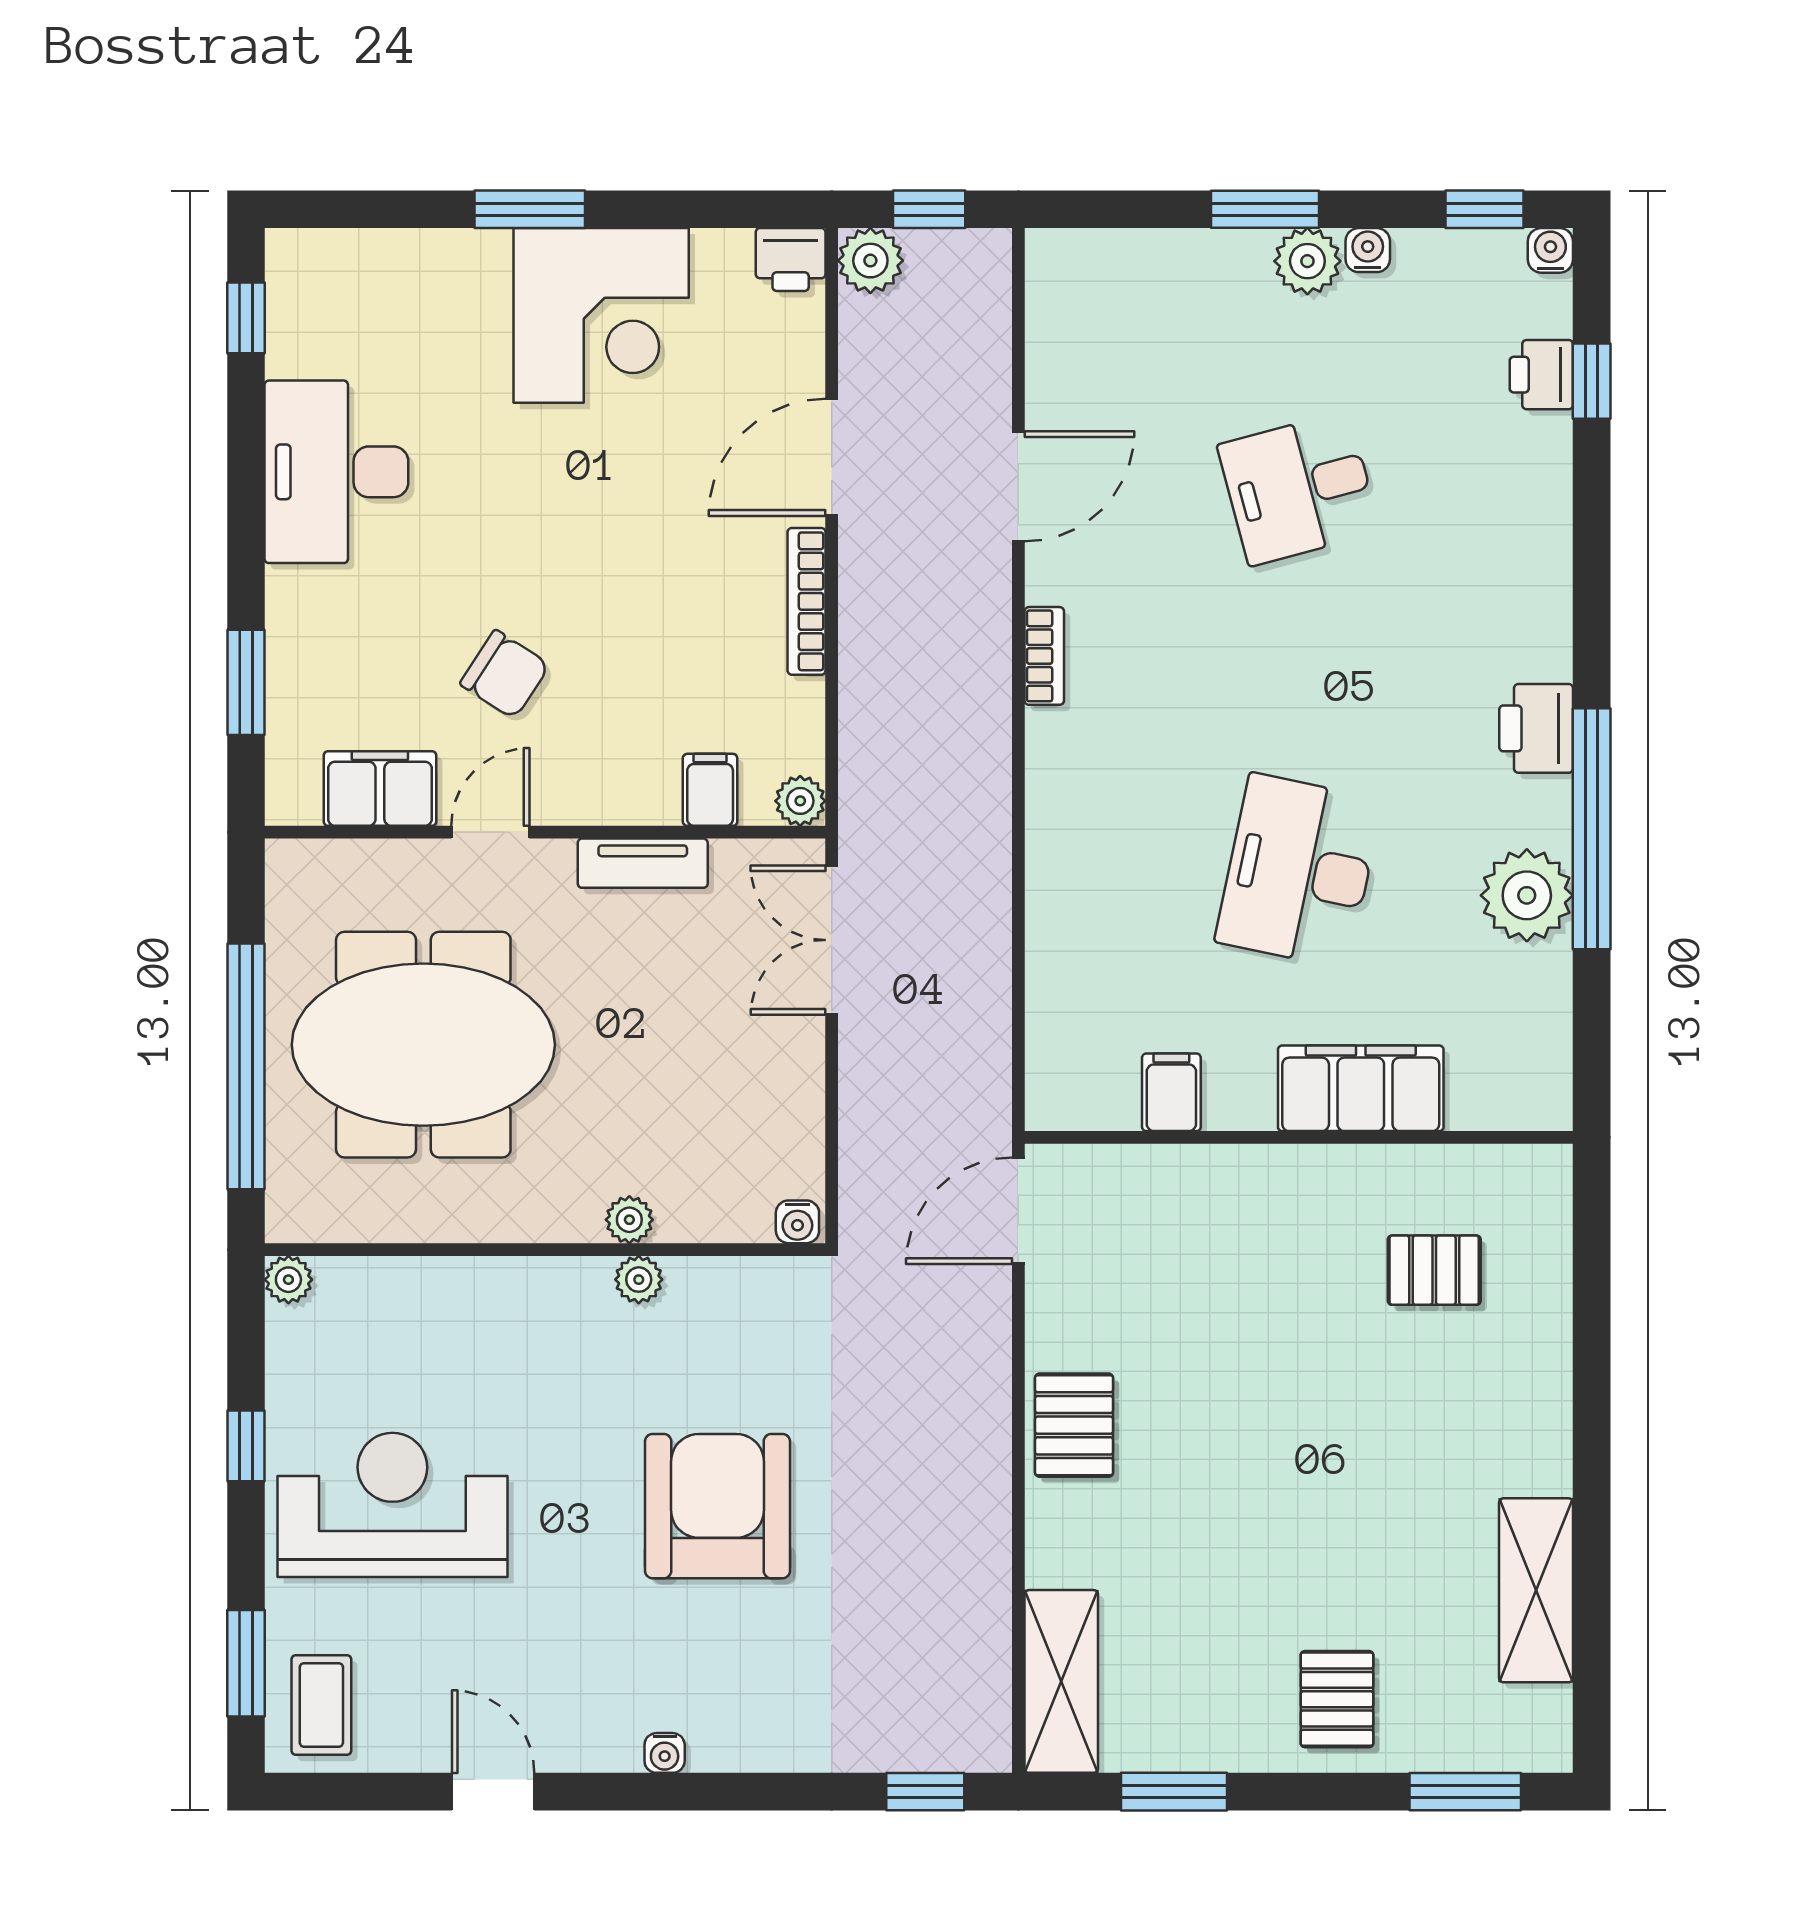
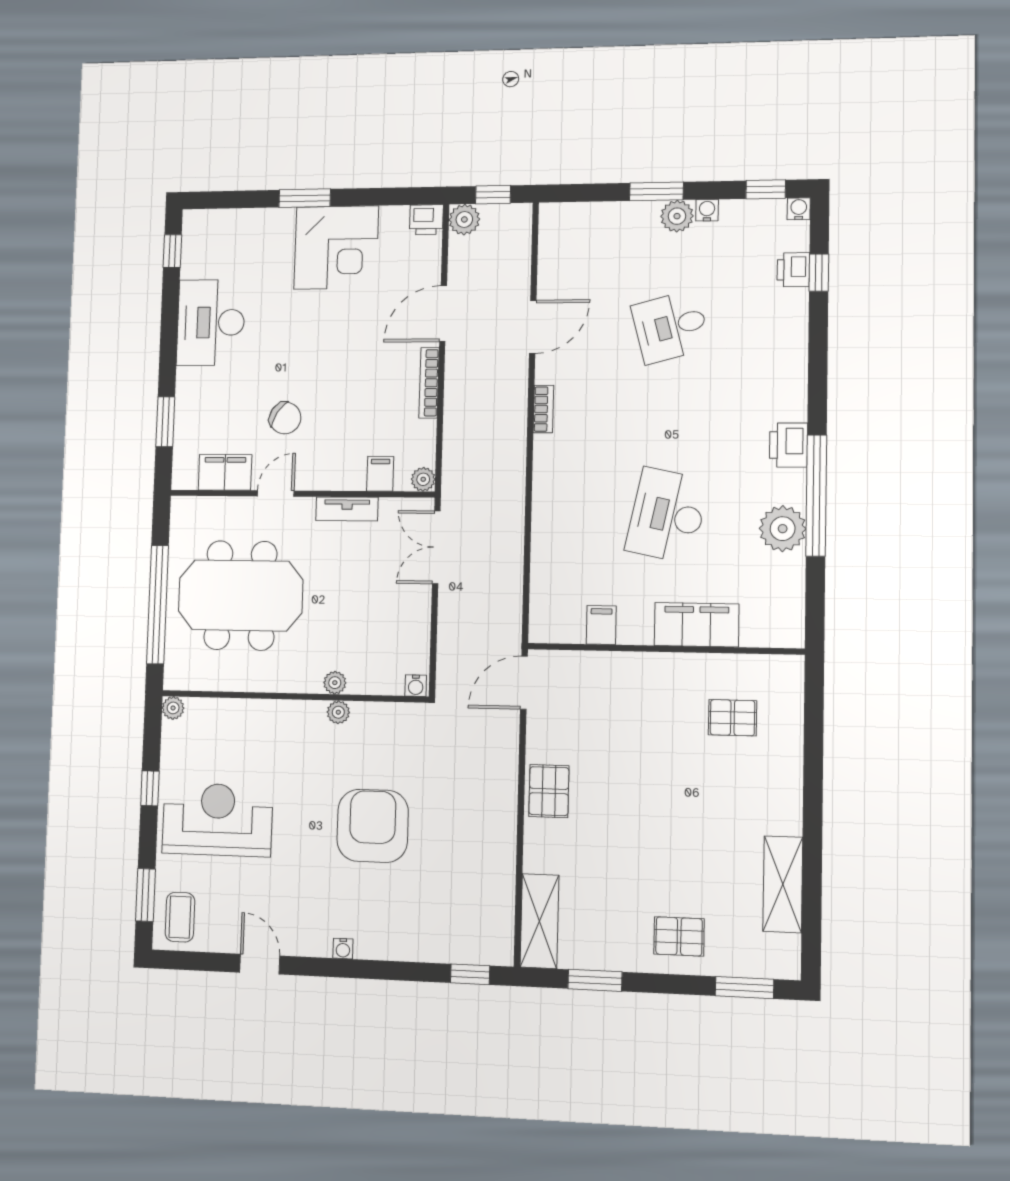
pallet: (1337, 1699) -> (679, 936), turned 90

